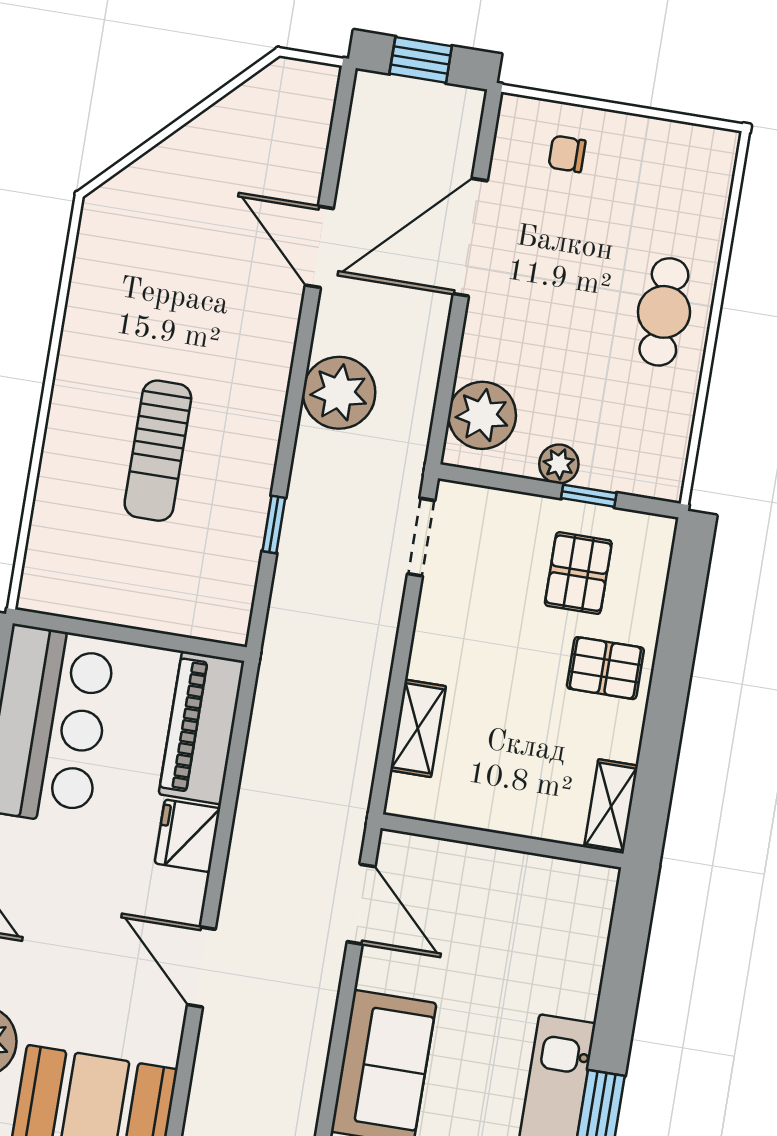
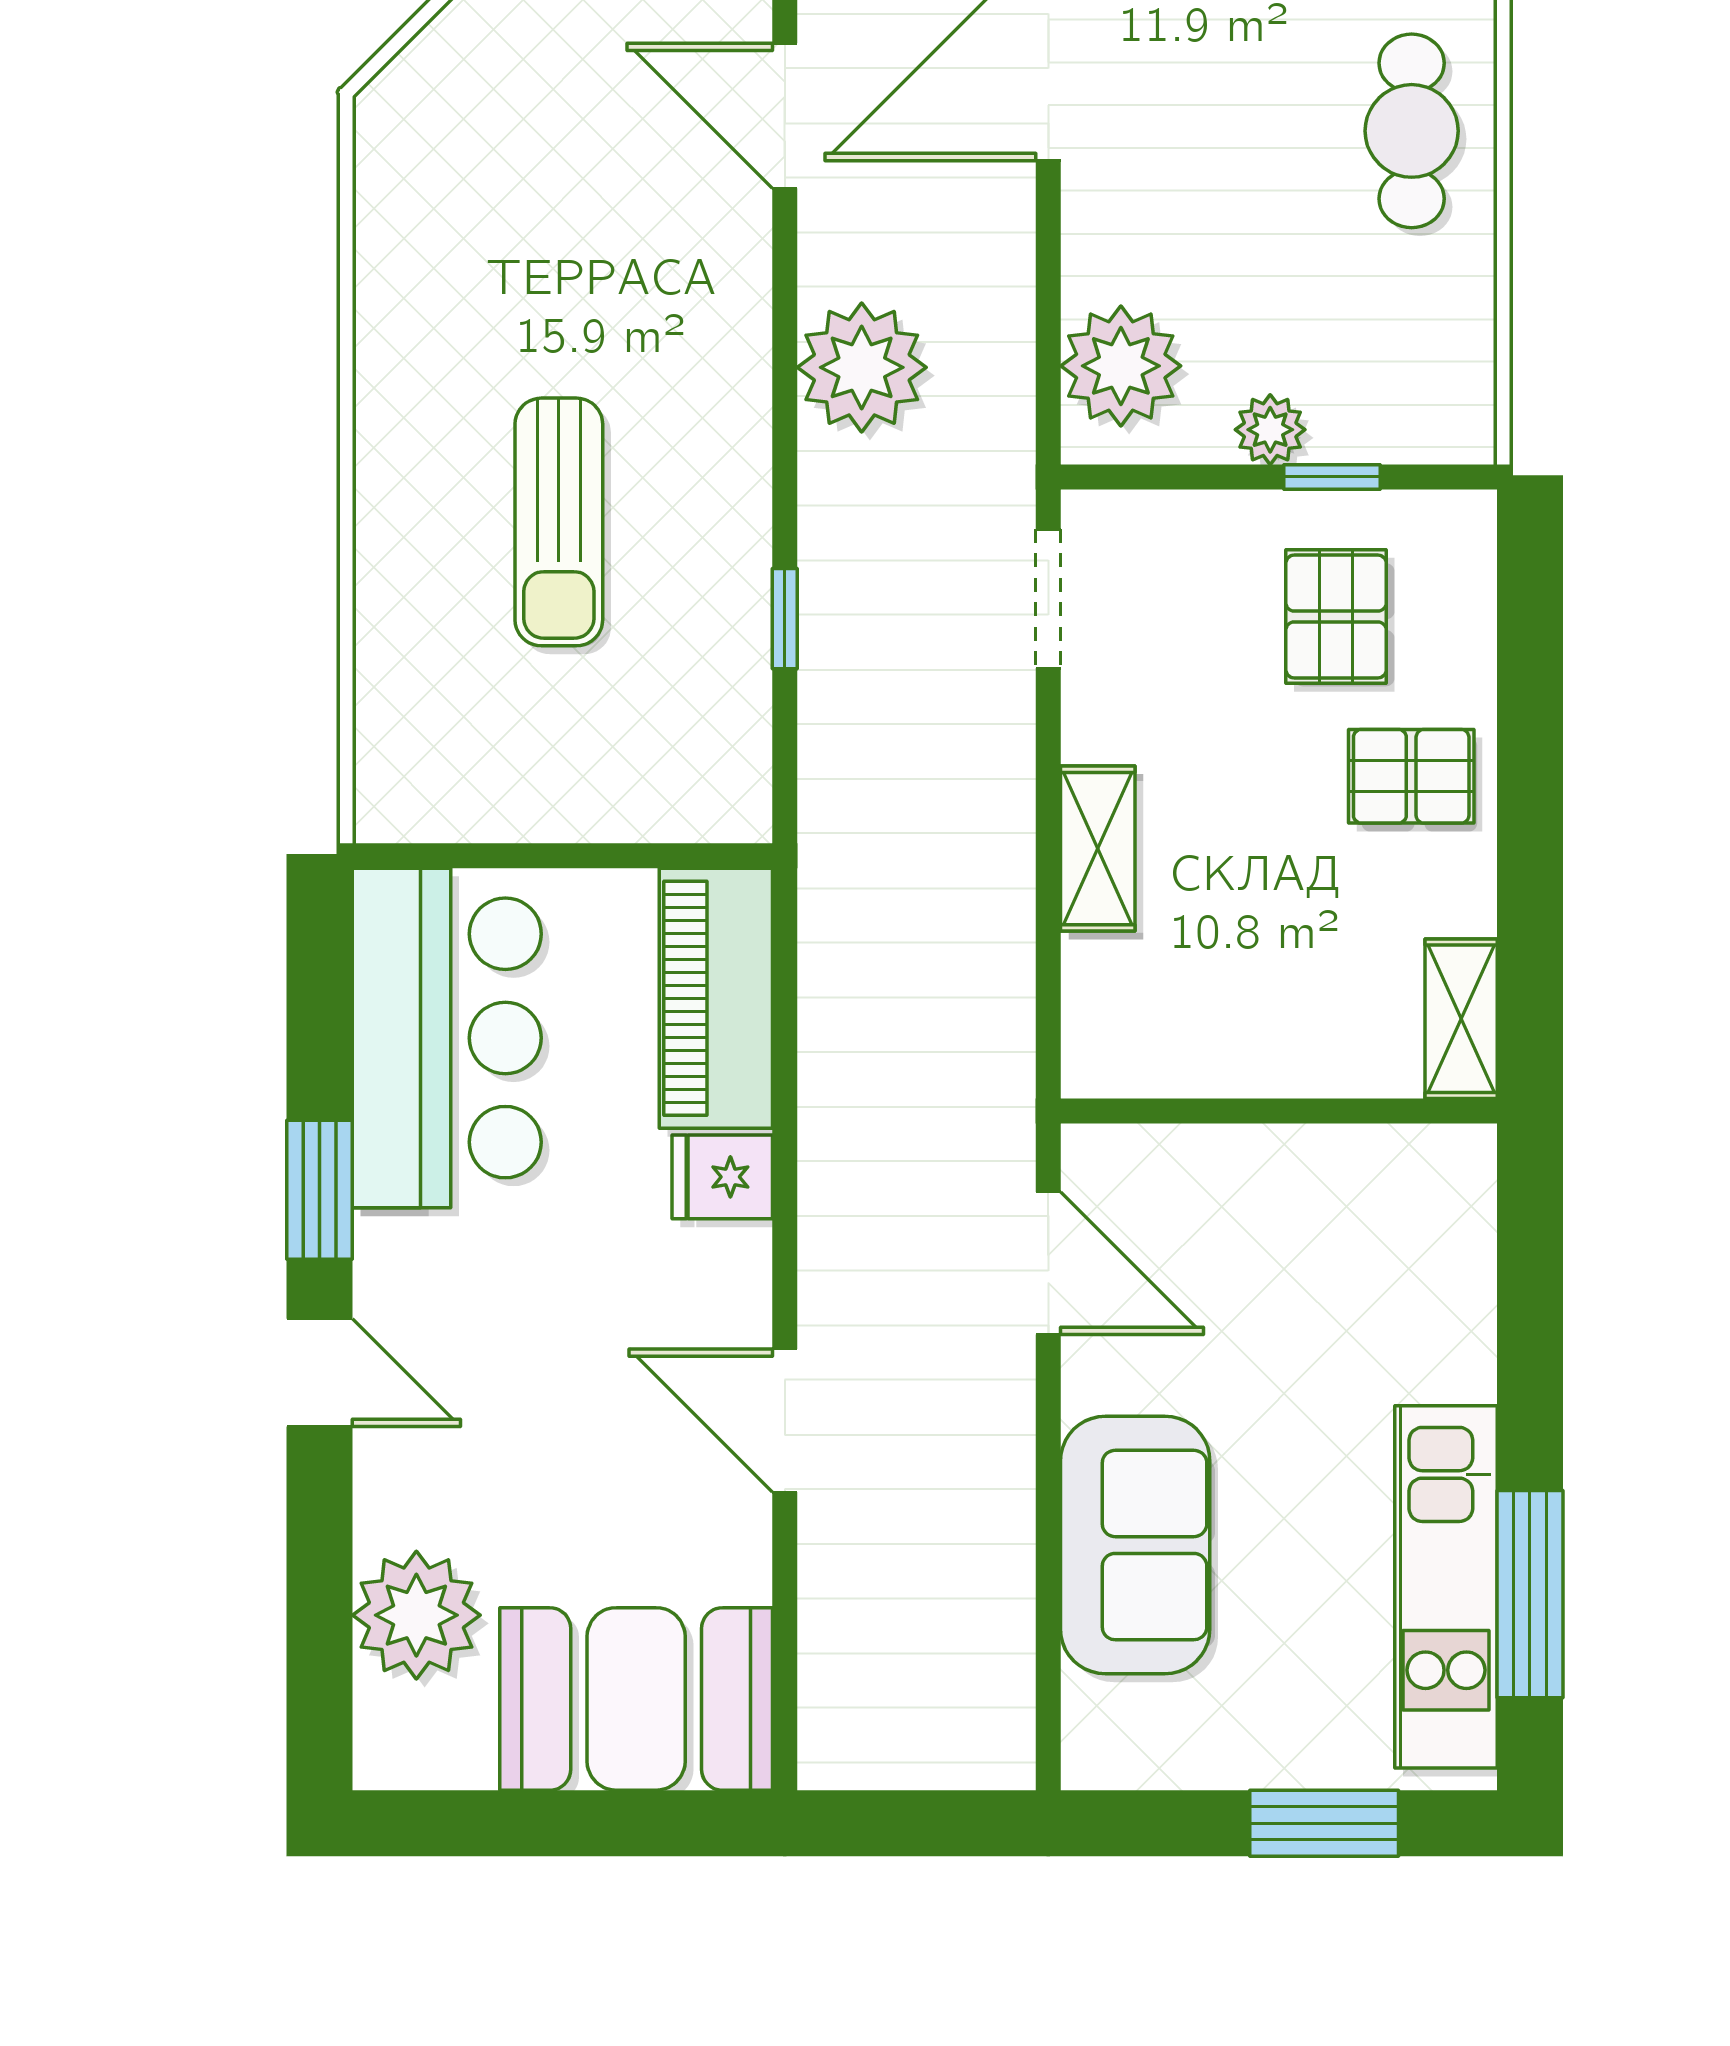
shelving: (418, 728) -> (1098, 849), moved
fridge: (187, 836) -> (722, 1177), width x0.72

